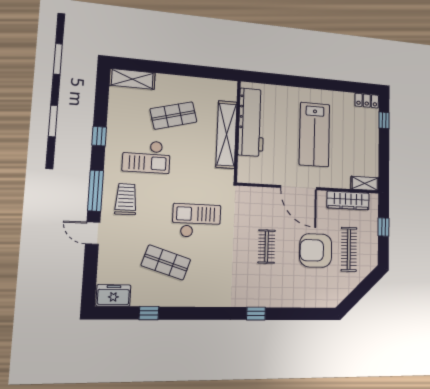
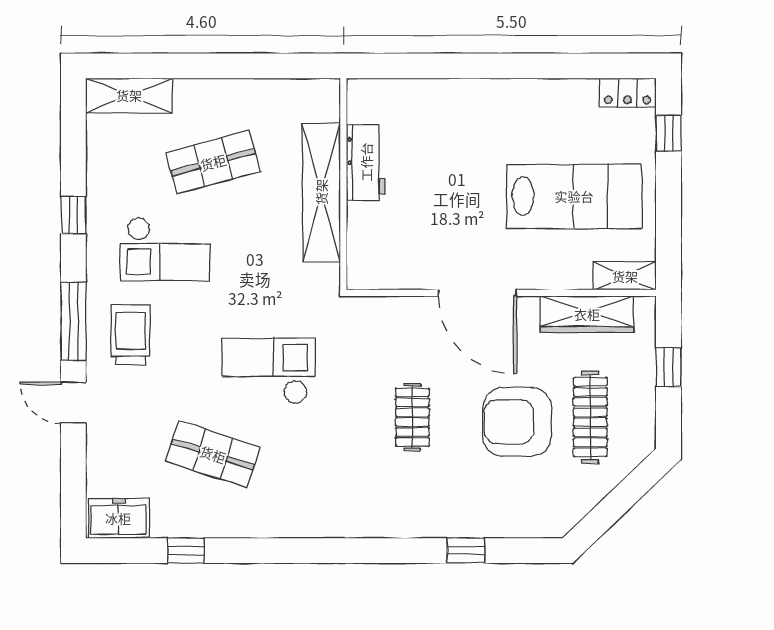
workbench: (251, 122) -> (366, 162), width x0.53, depth x0.76
lab bench: (315, 134) -> (574, 196), moved, turned -90
window: (256, 314) -> (466, 551), moved

